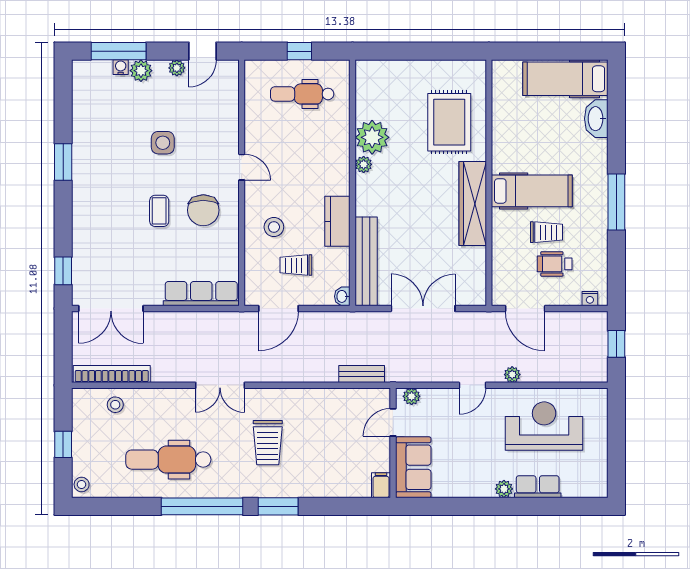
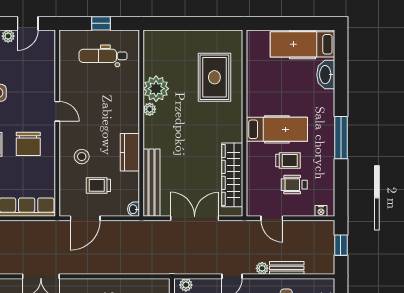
wardrobe: (473, 203) -> (232, 175), moved
door: (525, 309) -> (272, 218), width x0.73
bench: (362, 374) -> (287, 268), moved

